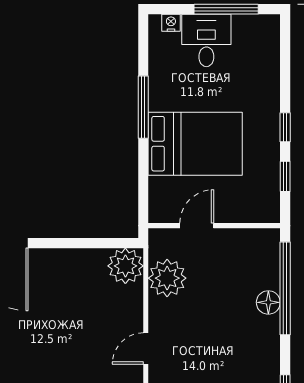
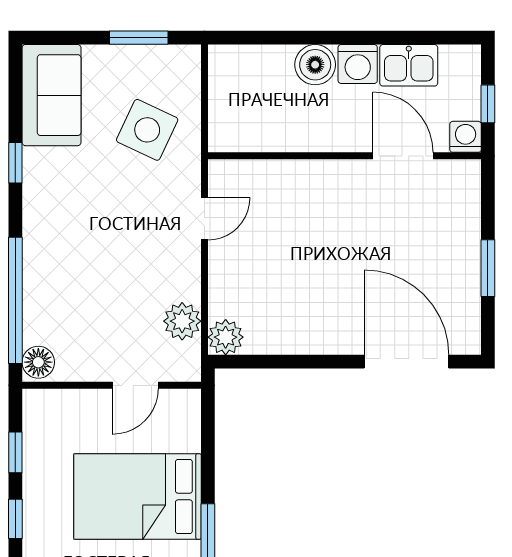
plant: (125, 266) -> (226, 337), width x0.73, depth x0.73
plant: (167, 278) -> (182, 321), width x0.73, depth x0.73
floor lamp: (268, 302) -> (38, 362), moved

